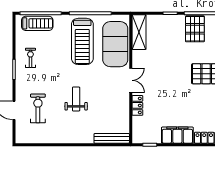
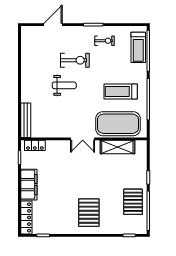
pallet: (195, 29) -> (133, 202), turned 90
shelving: (139, 32) -> (117, 147), moved
treadmill: (82, 41) -> (121, 91), width x0.73, depth x0.73
locker: (137, 105) -> (35, 145), moved
exercise bike: (38, 108) -> (75, 60), moved

